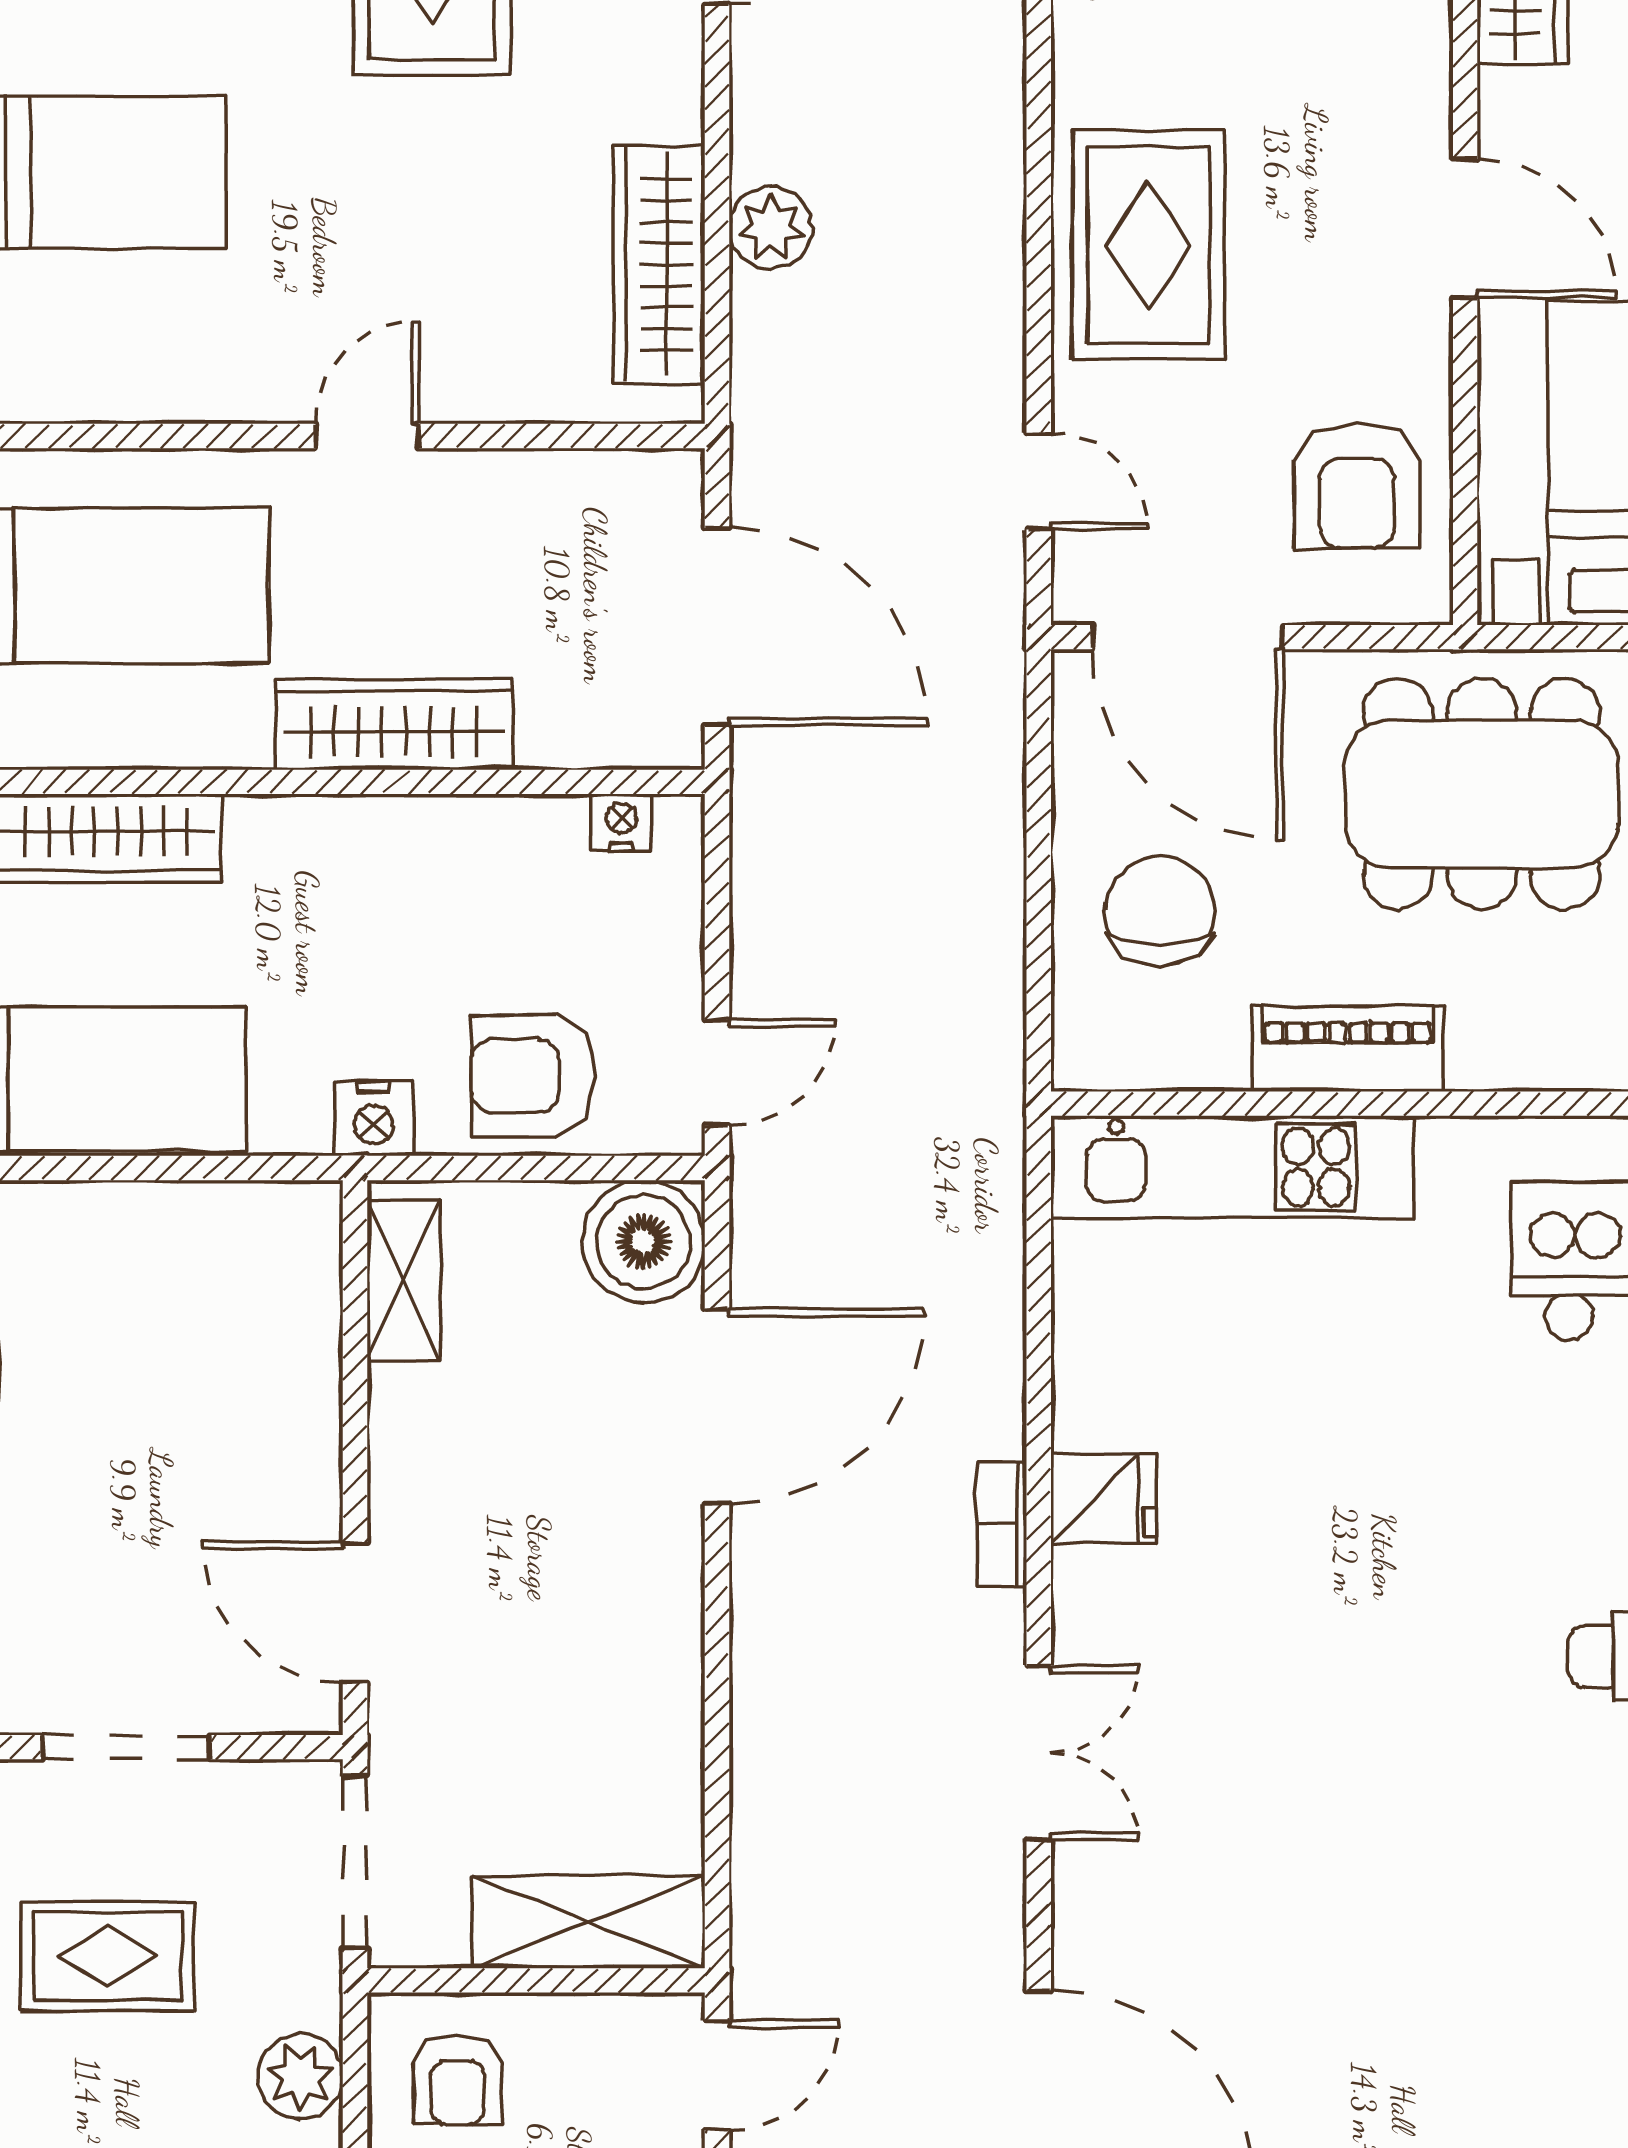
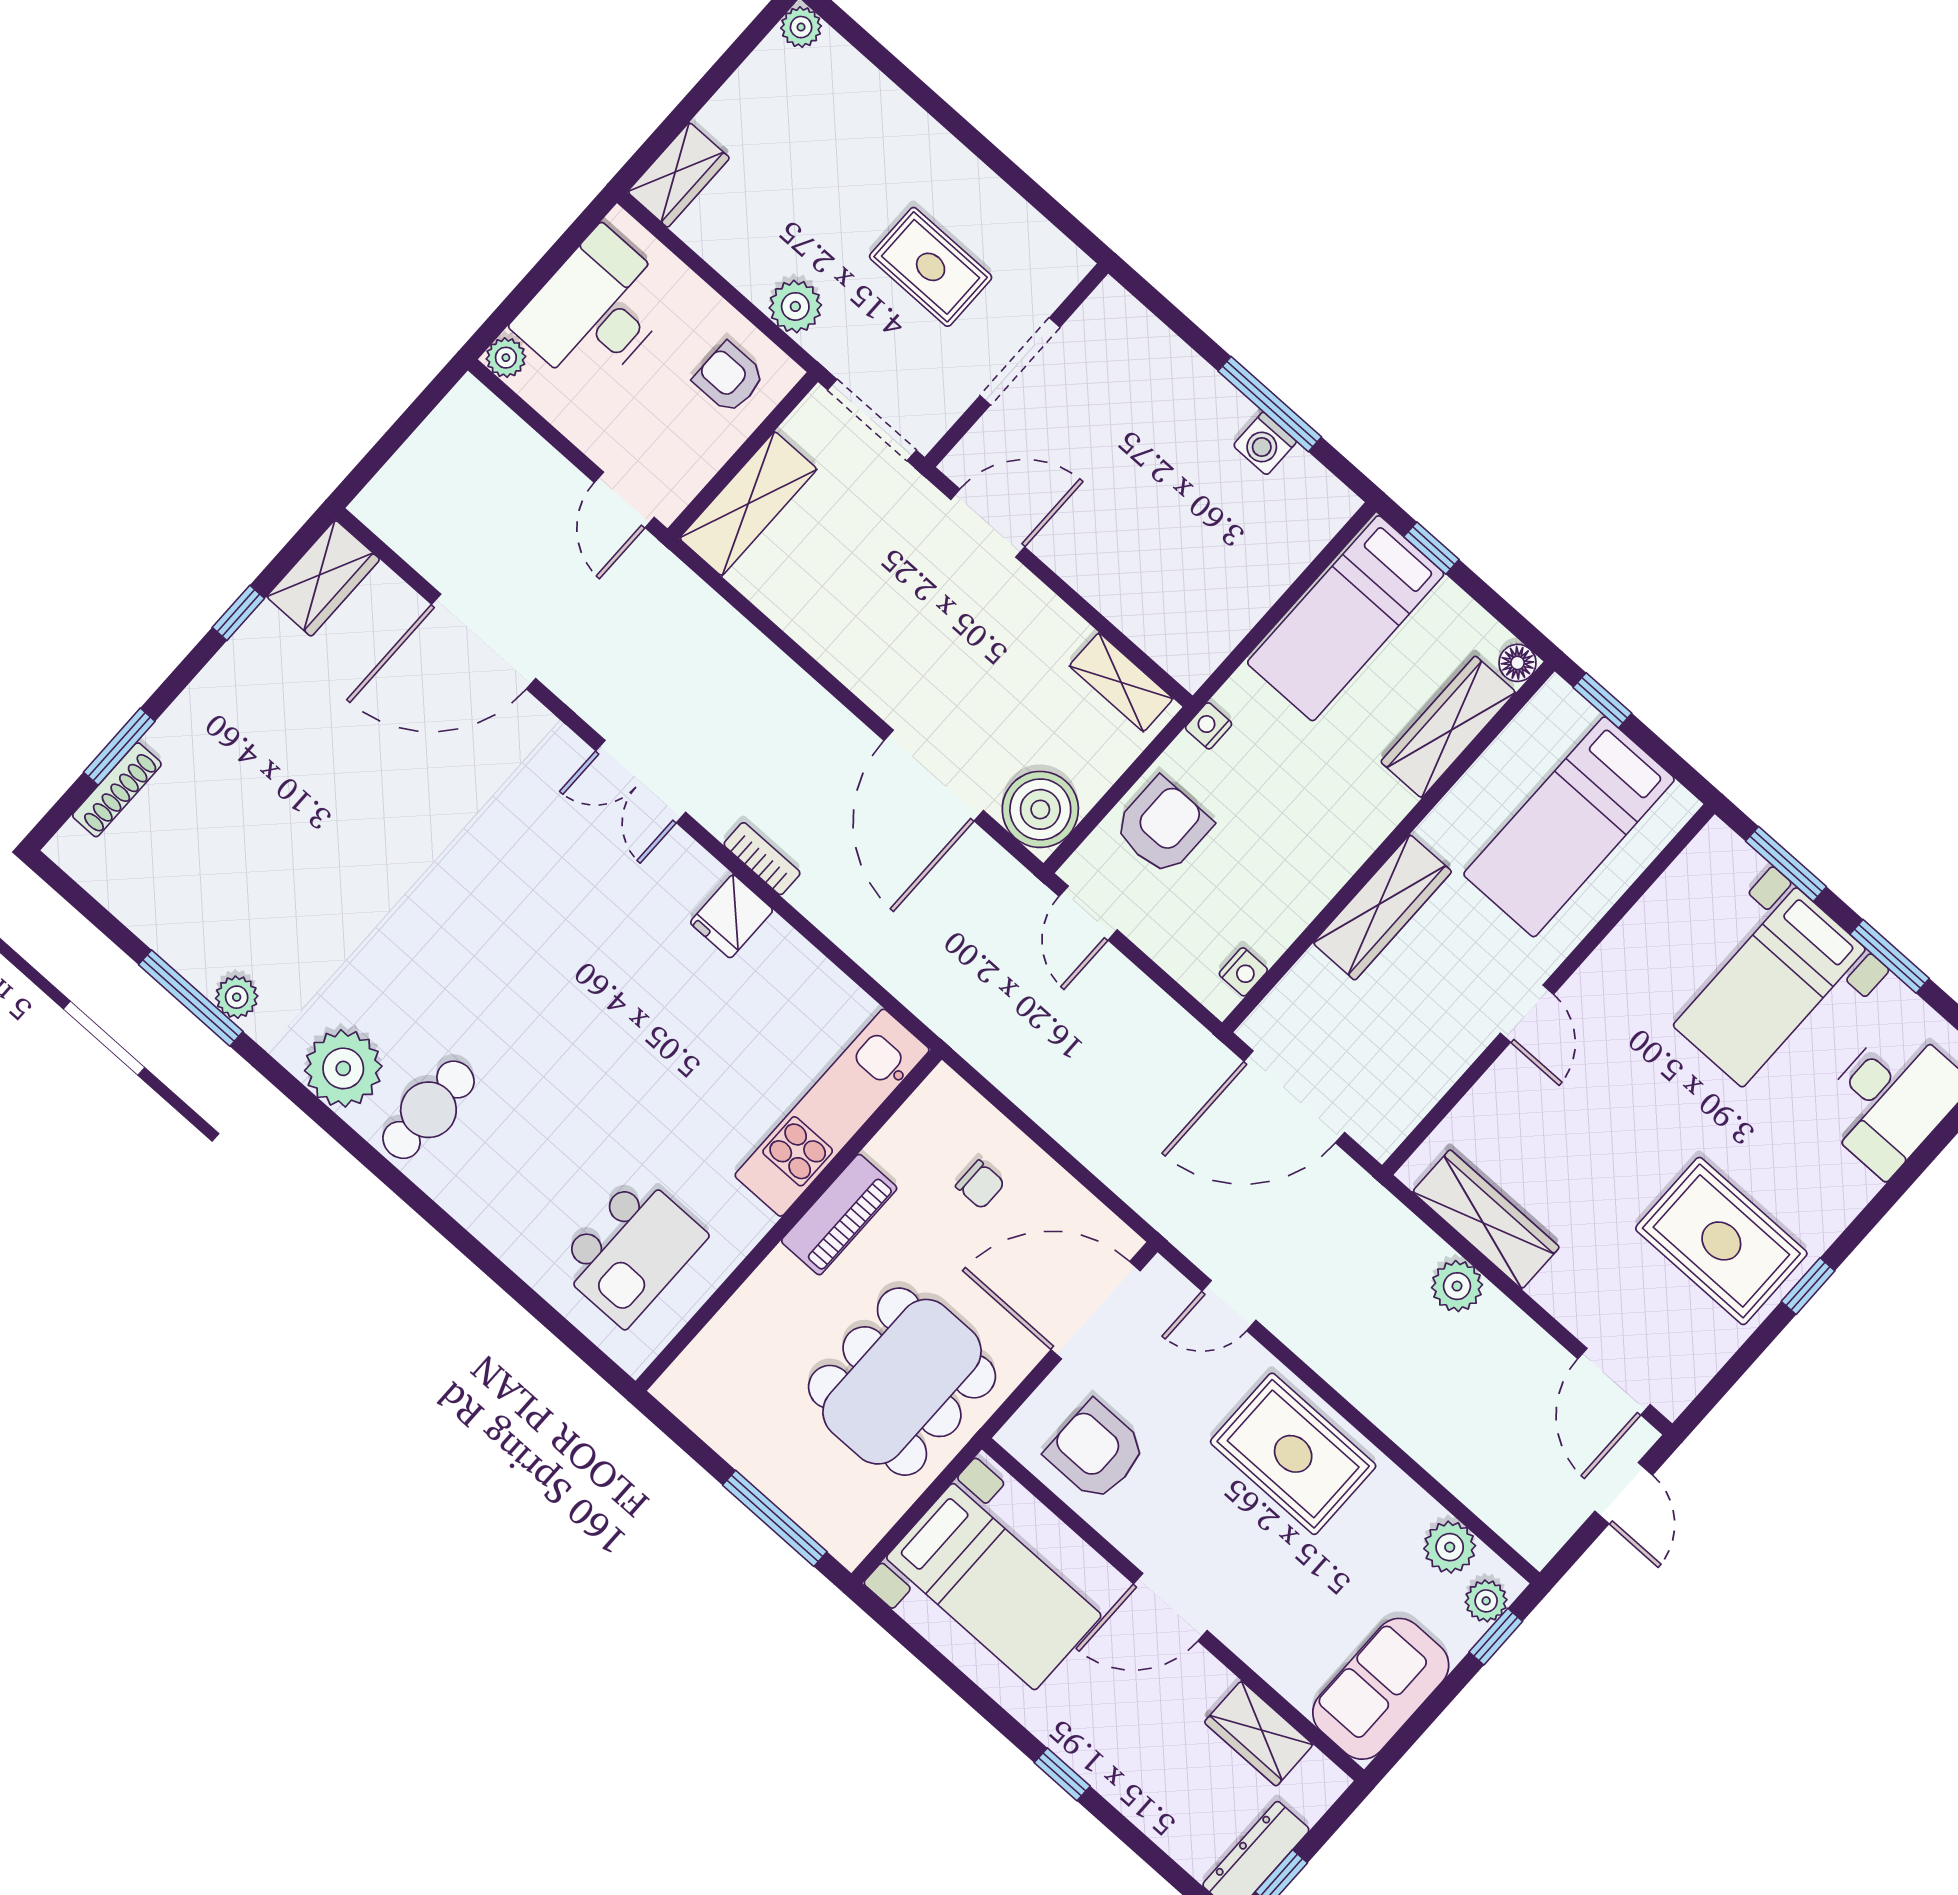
chair: (1160, 911) -> (980, 1185), width x0.54, depth x0.54
nightstand: (373, 1119) -> (1209, 726), width x0.72, depth x0.74
rug: (108, 1956) -> (931, 267), turned 90

